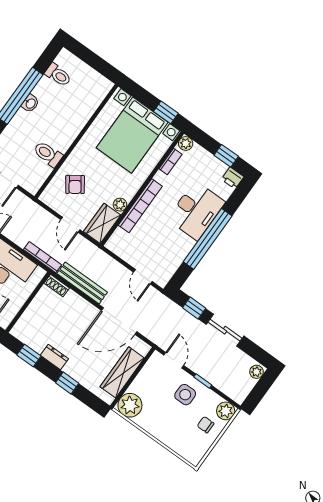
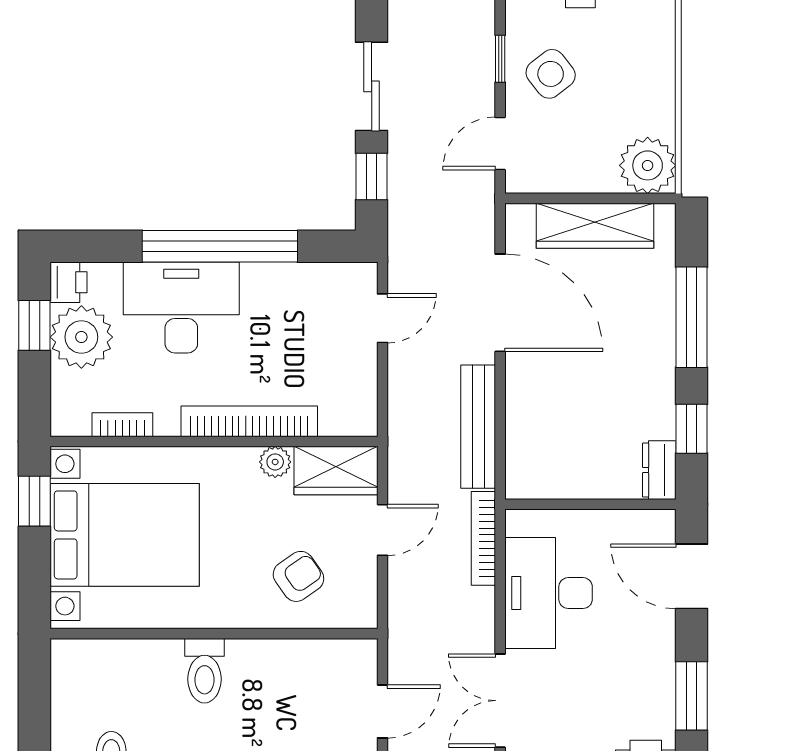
plant: (186, 144) -> (81, 337), moved, width x1.88, depth x1.88
toilet: (48, 154) -> (205, 671), moved
shoe rack: (57, 286) -> (518, 472), removed
dresser: (54, 357) -> (659, 470), moved
window: (67, 383) -> (691, 317), width x2.17
side table: (185, 395) -> (551, 74), turned -38

